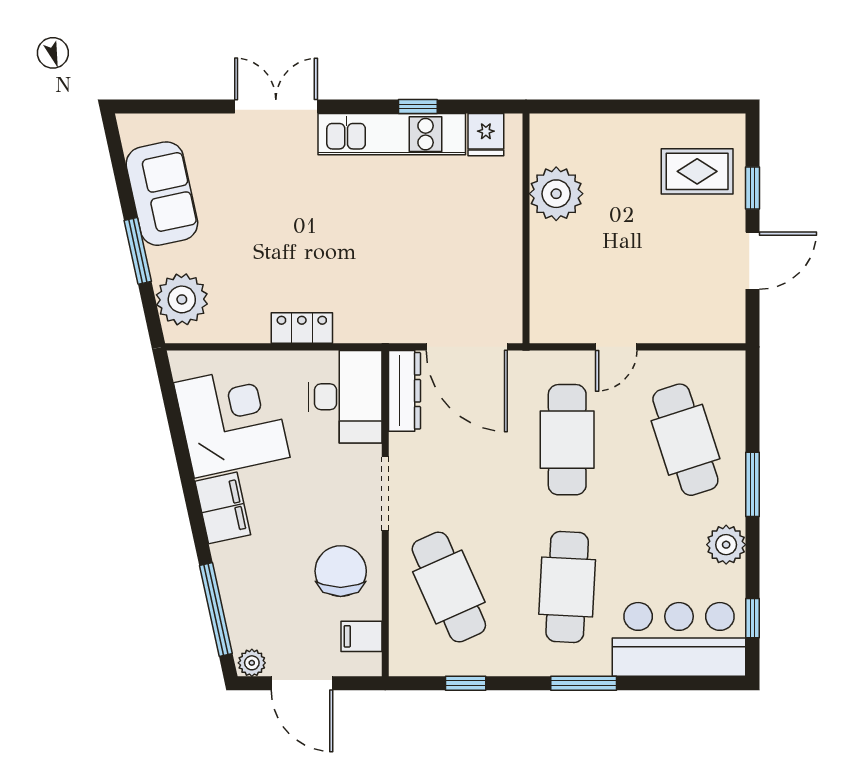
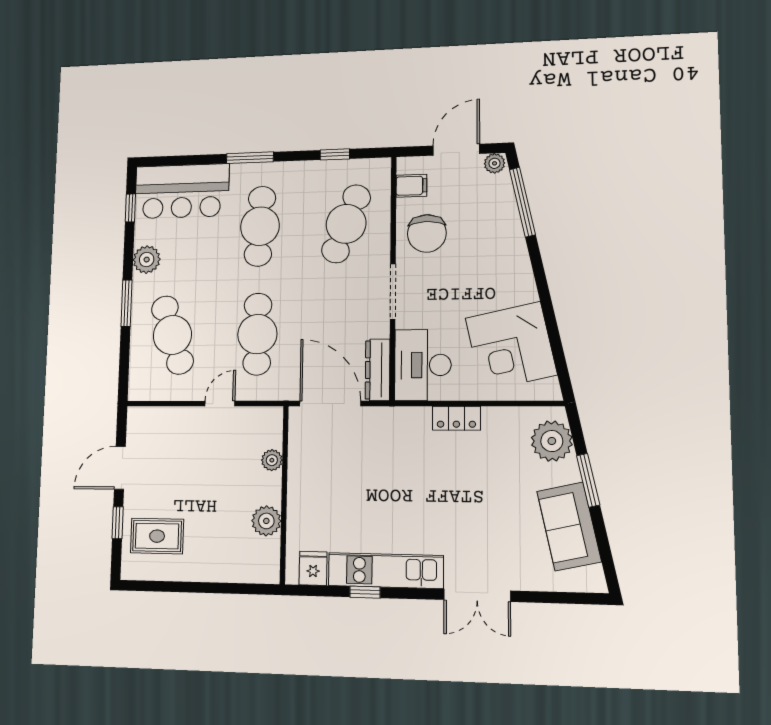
plant: (556, 194) -> (266, 521), width x0.73, depth x0.73
plant: (543, 272) -> (272, 460), added
filing cabinet: (223, 508) -> (518, 279), removed
cafe table: (449, 587) -> (346, 224), turned 45
door: (302, 683) -> (456, 150), hinge flipped

